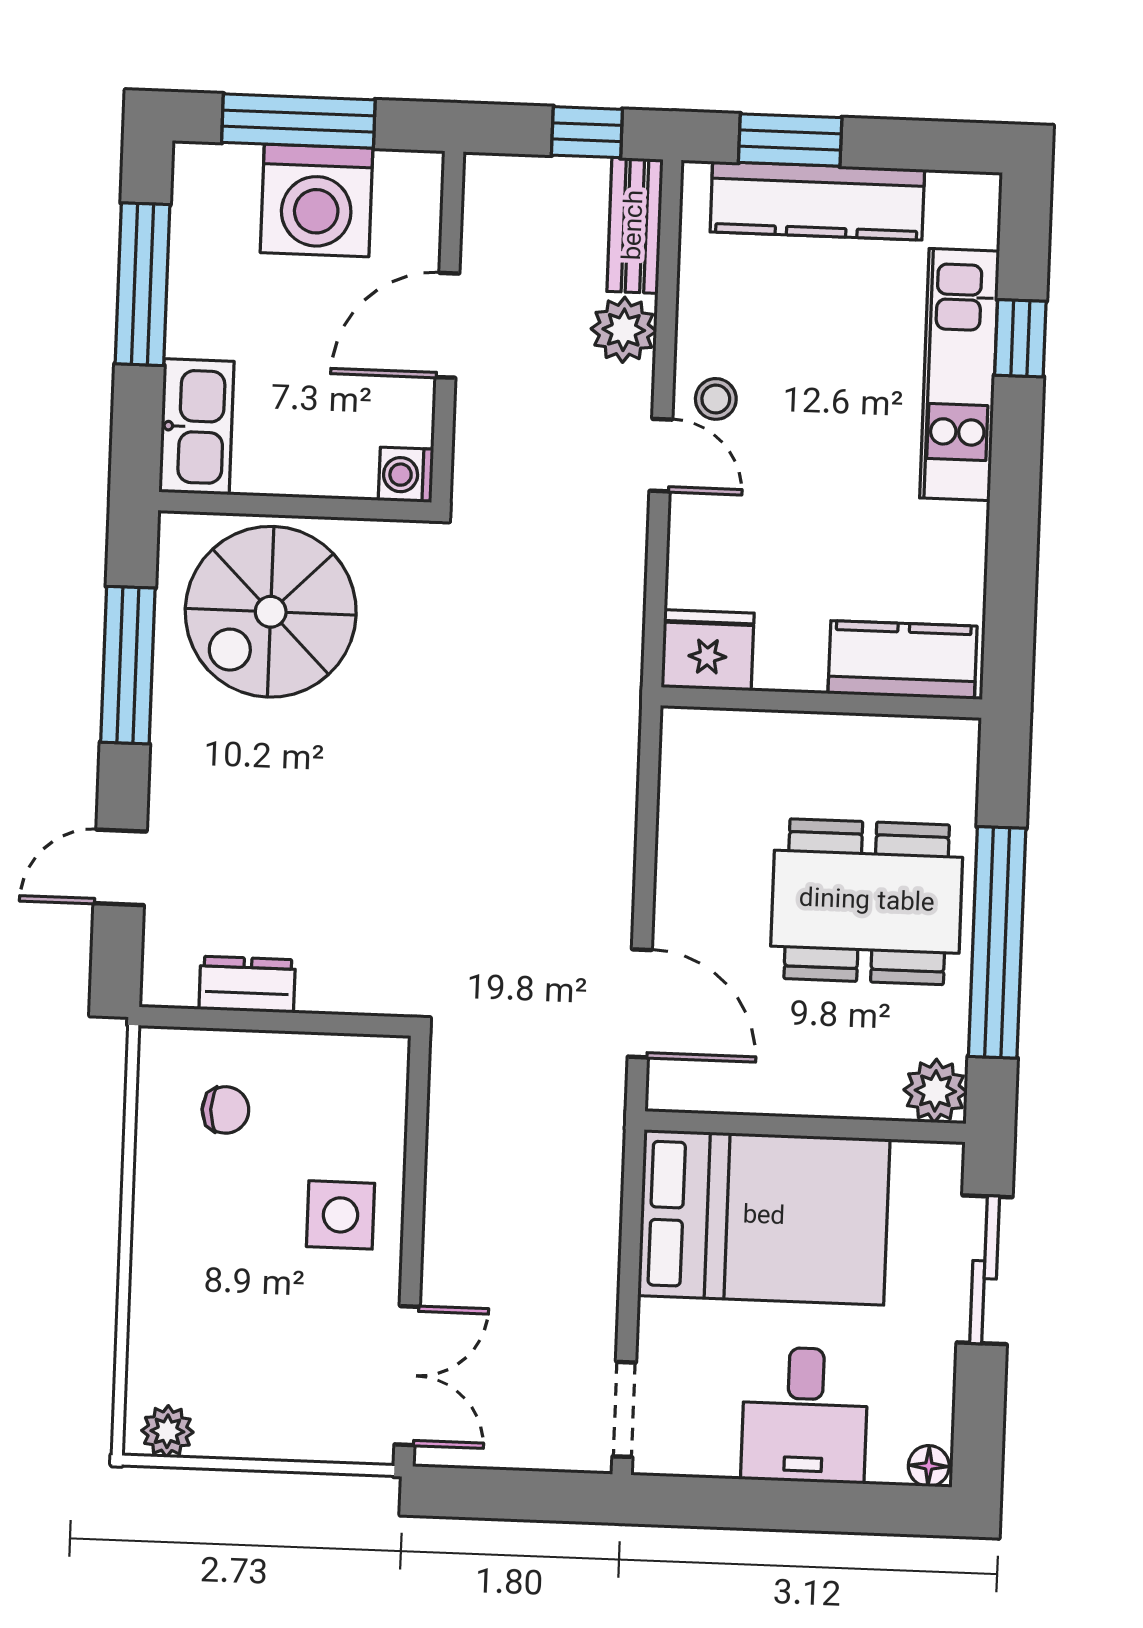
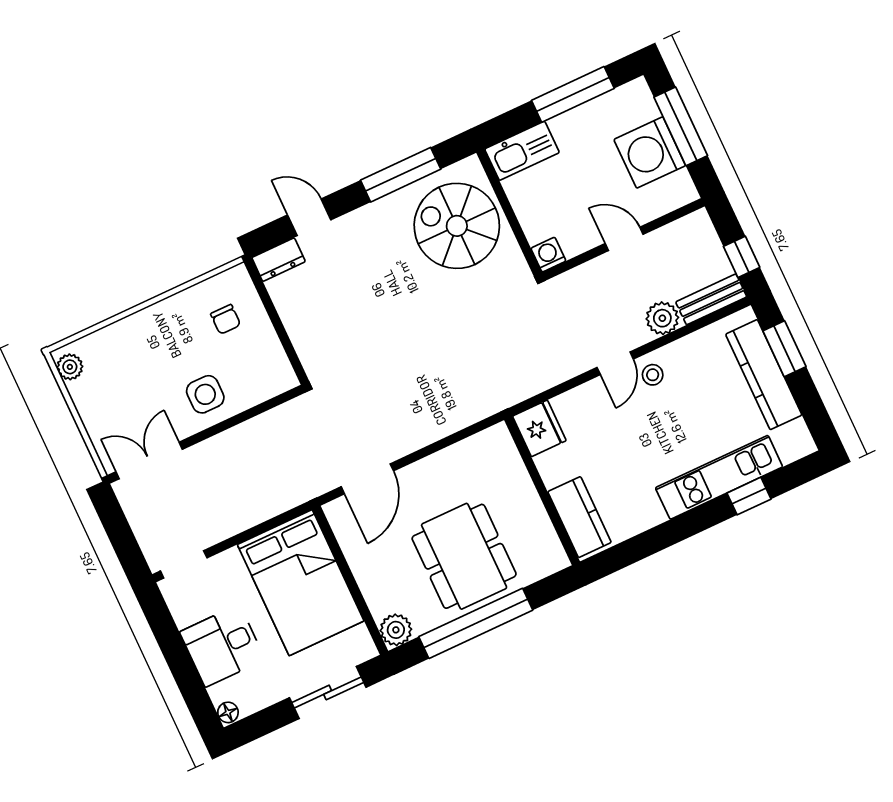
door: (447, 325) -> (624, 239), width x0.73
dresser: (247, 985) -> (279, 260), moved, turned 90
double door: (407, 1376) -> (149, 460), swing flipped

